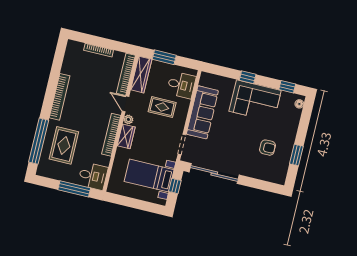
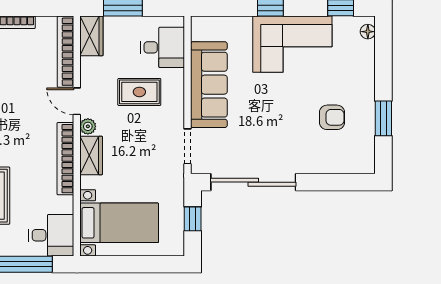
wardrobe: (141, 75) -> (91, 36), width x0.67
bed with nightstands: (149, 176) -> (119, 223), moved, turned 180

